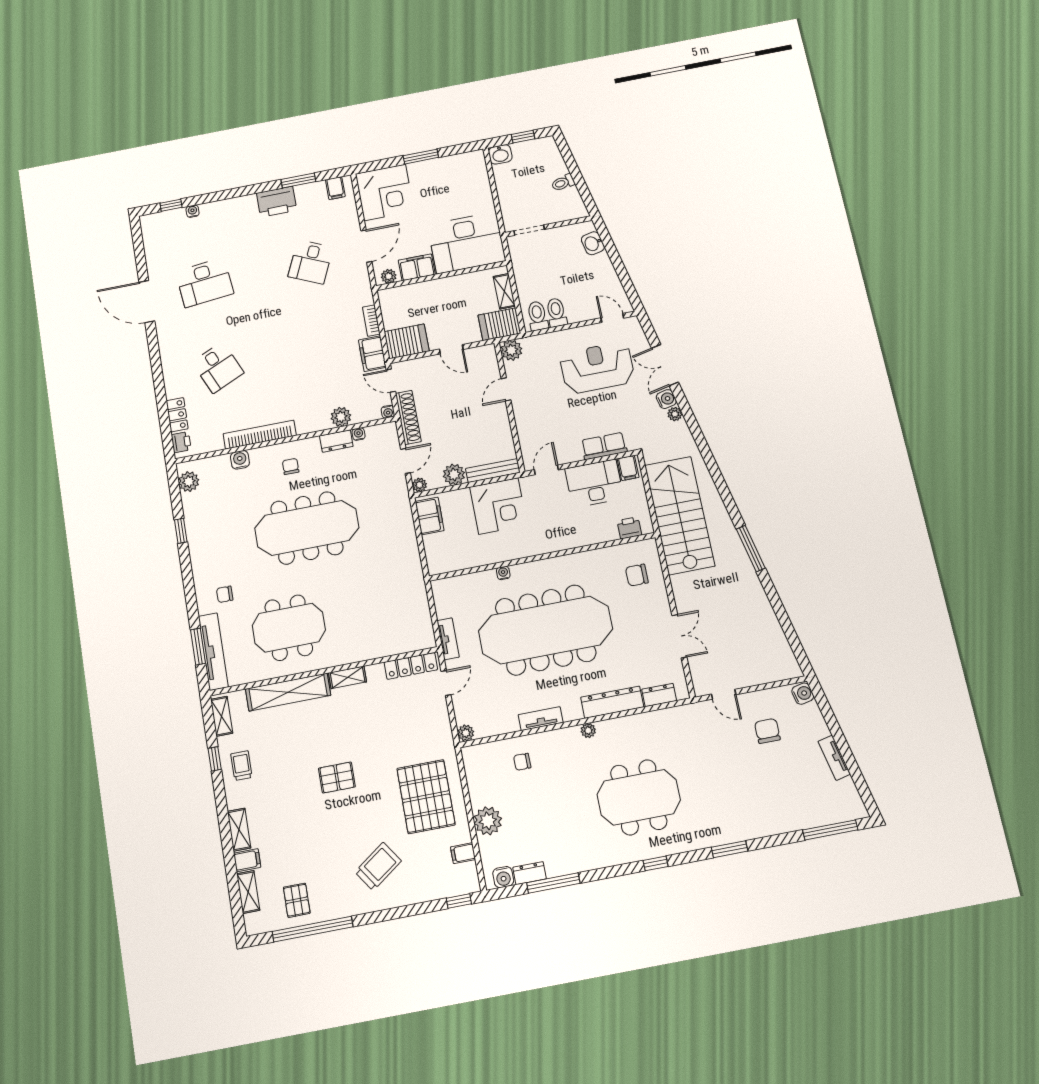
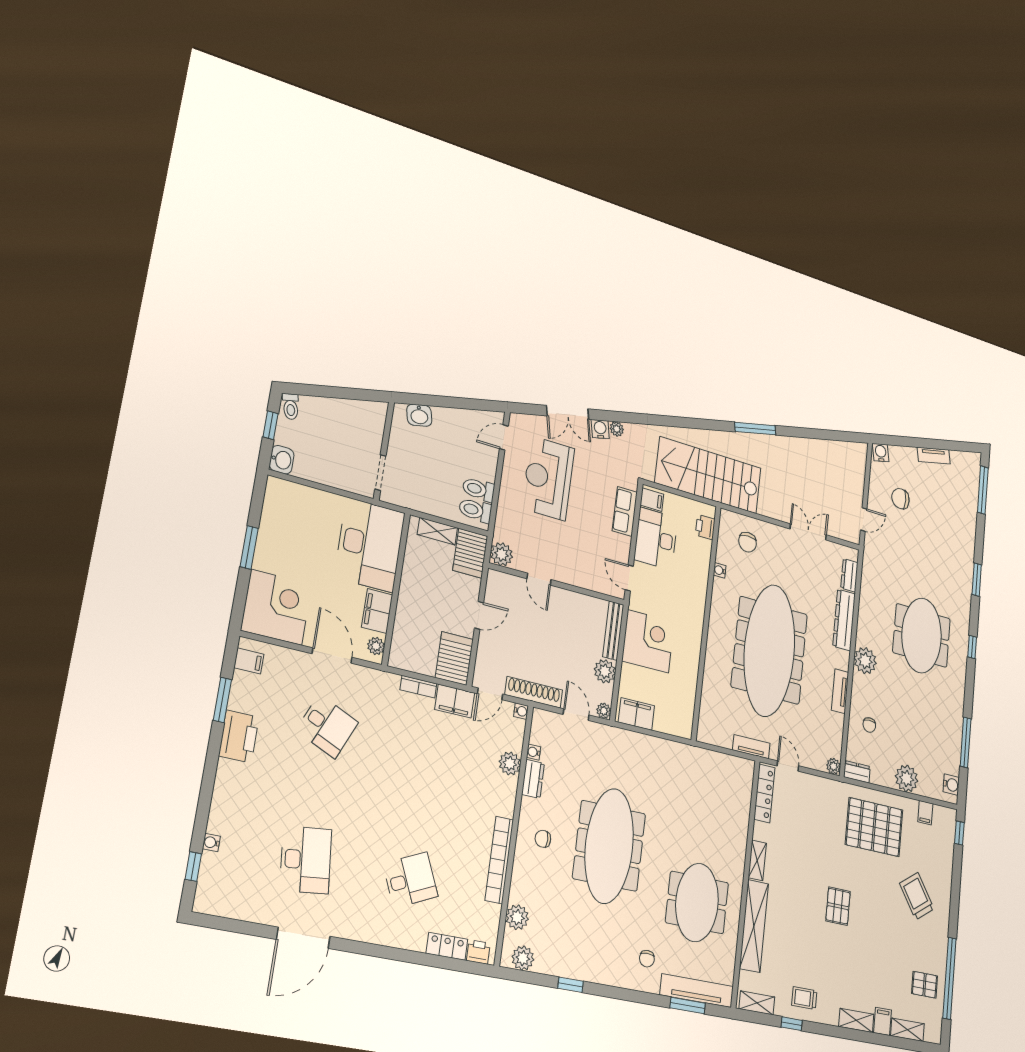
toilet: (563, 183) -> (291, 406), moved
water cooler: (240, 460) -> (518, 892), removed
plant: (219, 466) -> (517, 917), added
water cooler: (503, 573) -> (720, 570), moved
plant: (588, 730) -> (865, 661), width x1.87, depth x1.87
dresser: (530, 873) -> (857, 772), moved, turned 90

